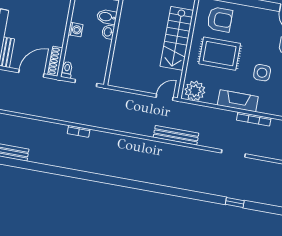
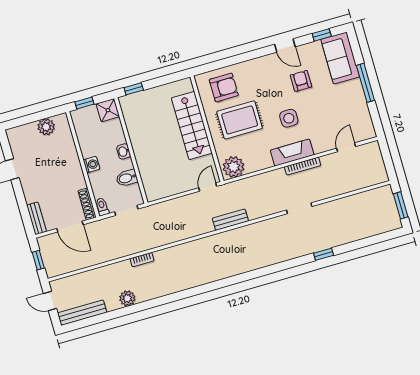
bidet: (107, 17) -> (127, 178), moved
door: (31, 73) -> (70, 227), swing flipped
fireplace: (238, 101) -> (292, 152), moved
bench: (176, 135) -> (230, 220), width x0.73
plant: (50, 158) -> (127, 298), added

